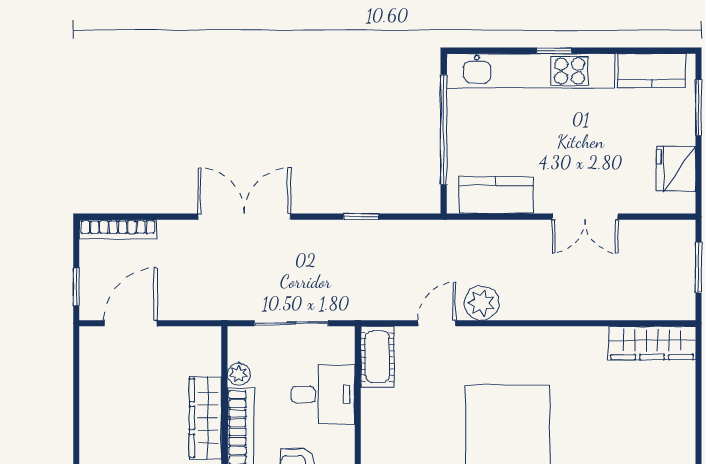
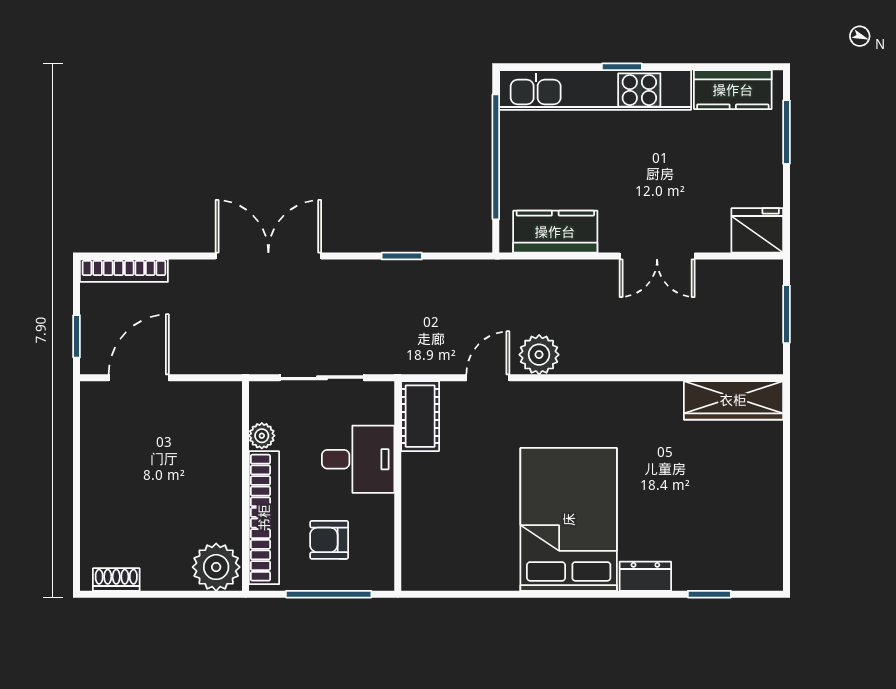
fridge: (676, 169) -> (757, 230), moved, turned 90
wardrobe: (205, 418) -> (224, 486), removed

